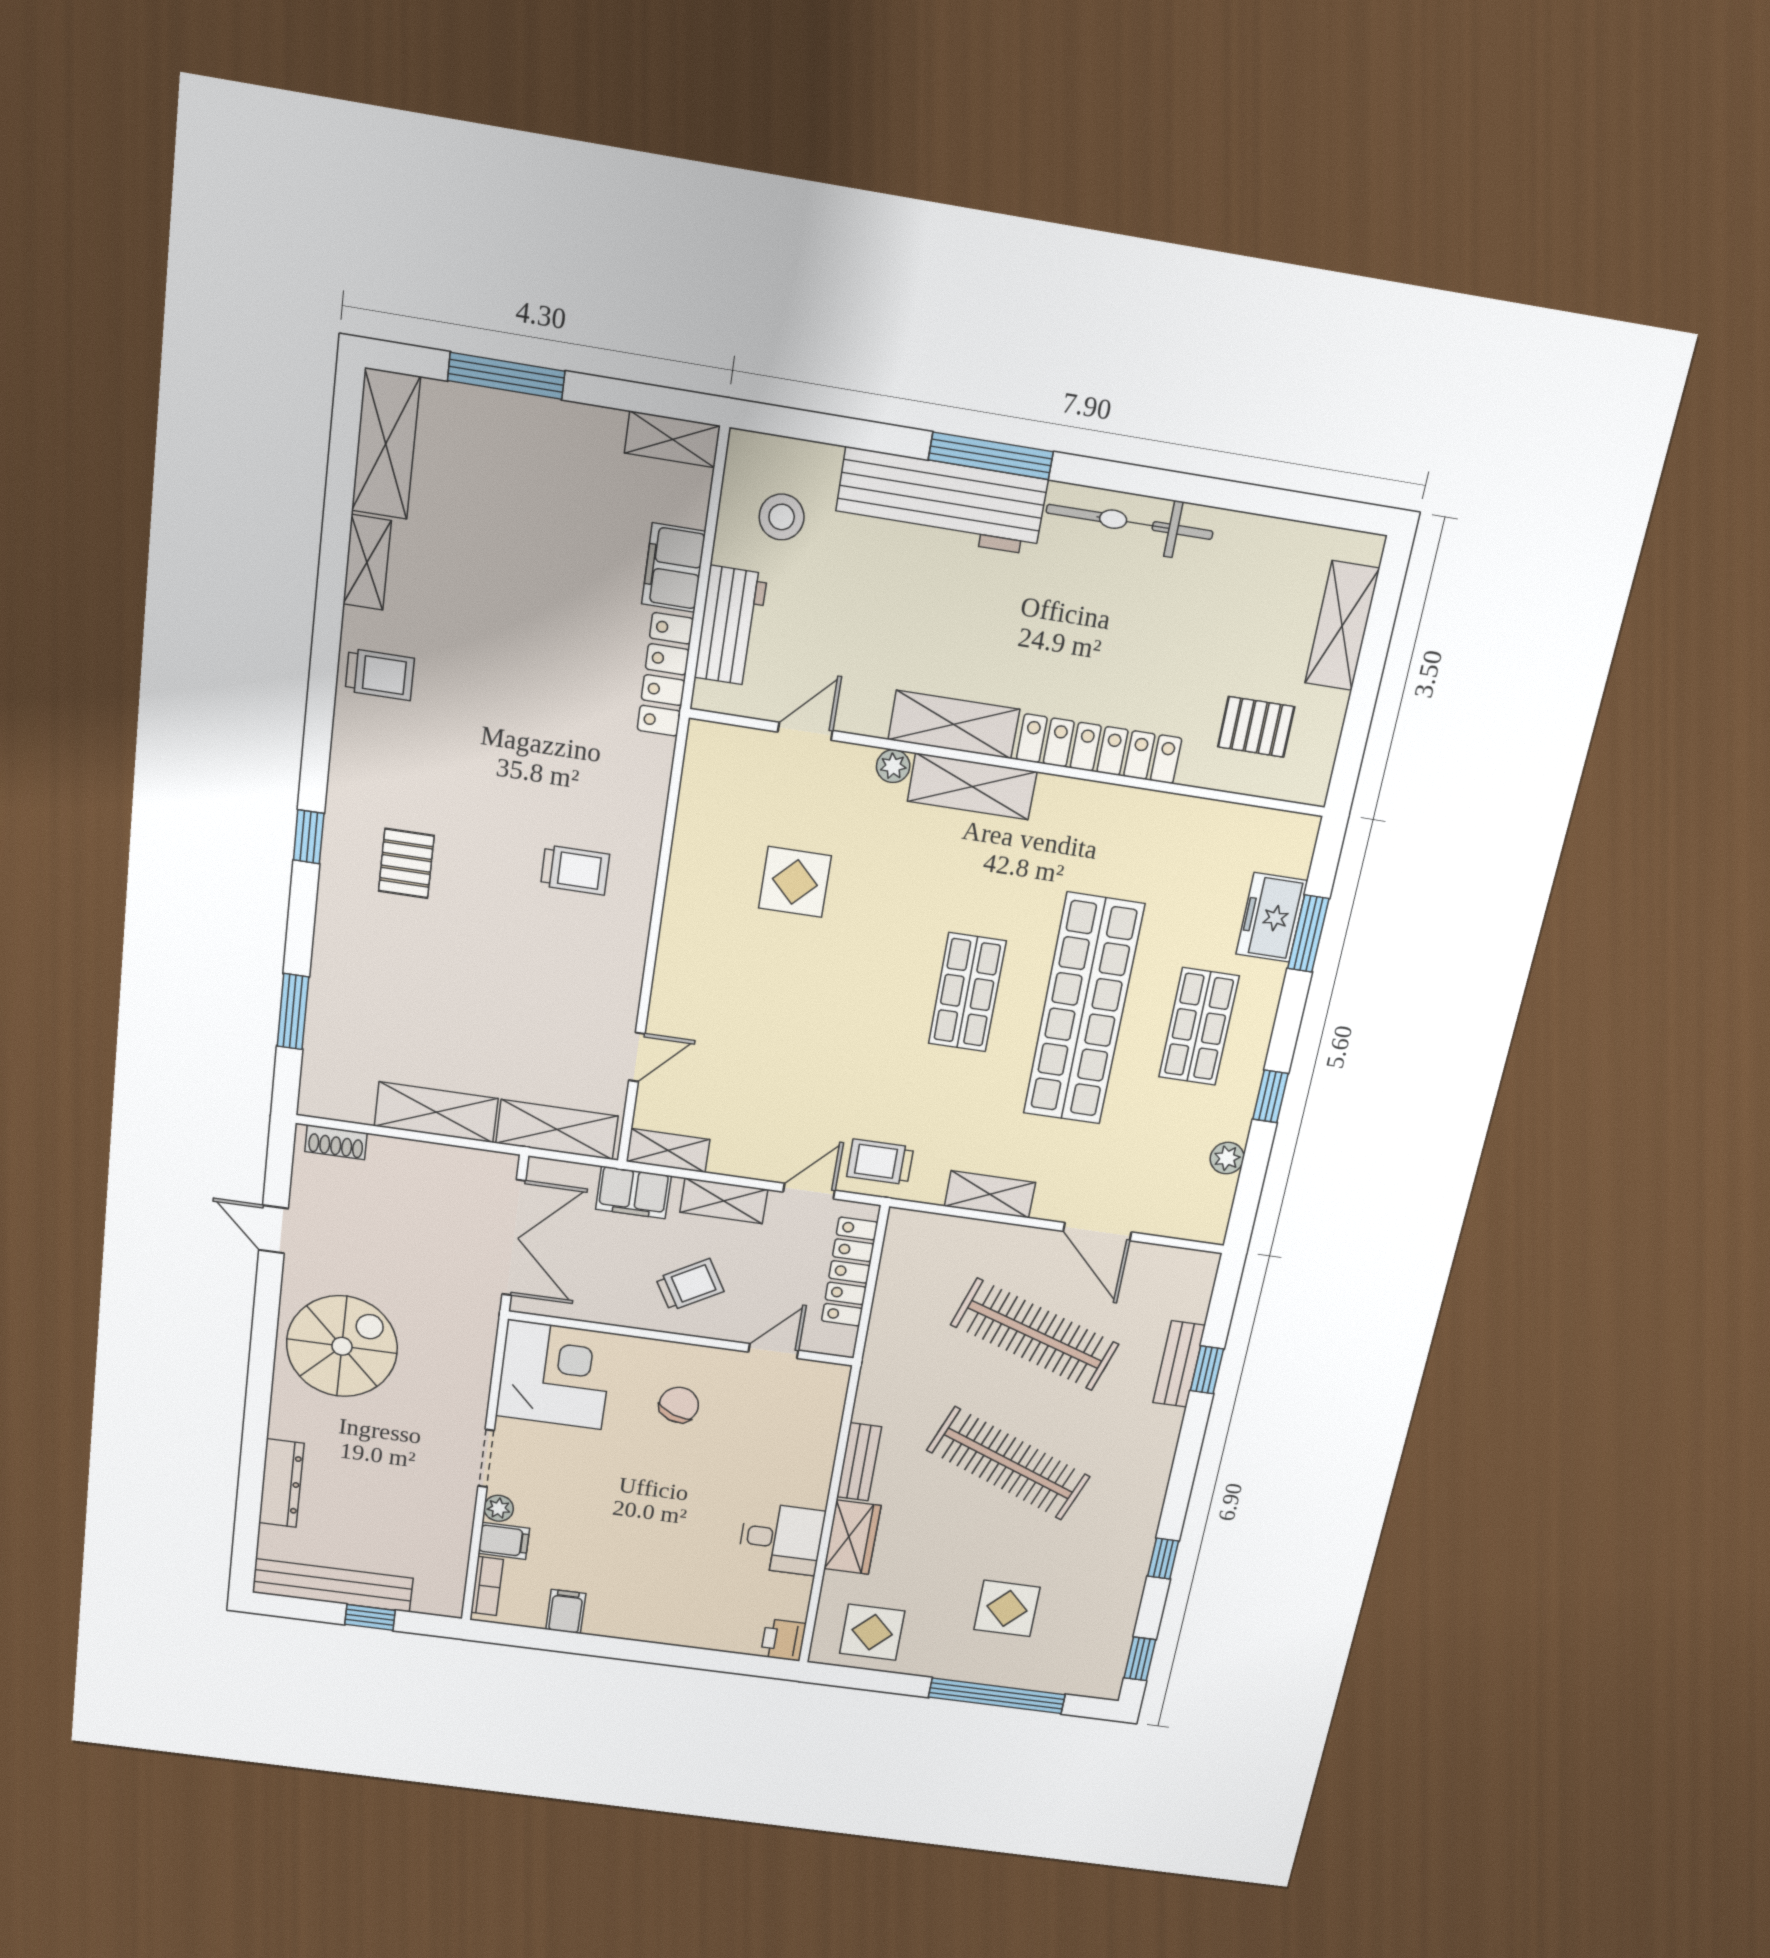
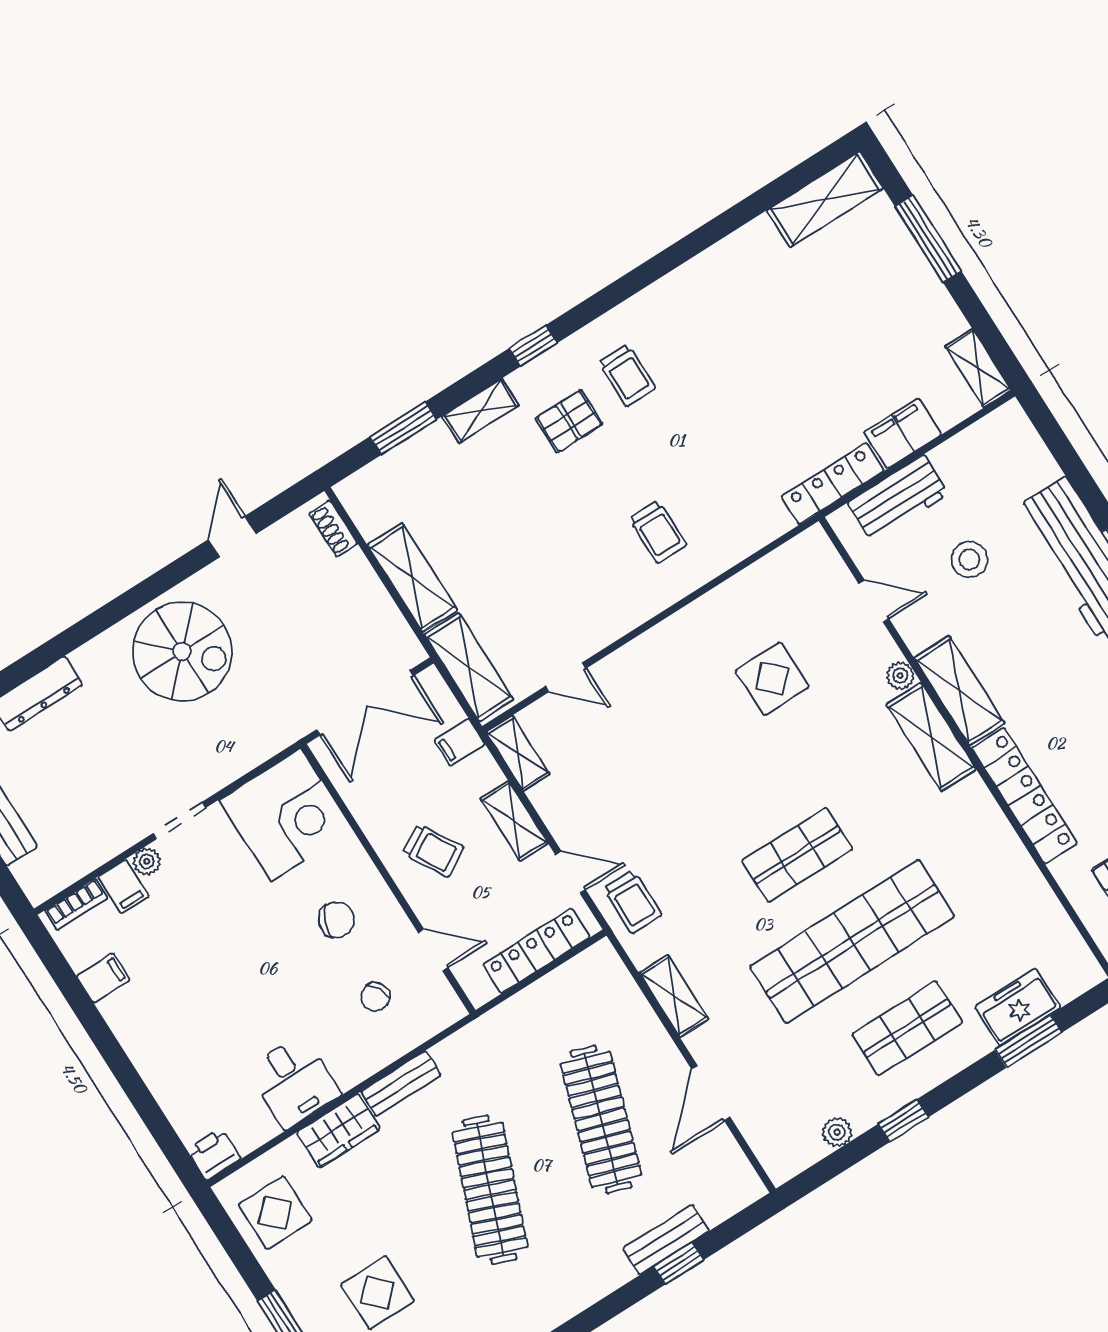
stool: (782, 517) -> (969, 559), moved
shelving: (367, 562) -> (481, 411), moved
trolley: (380, 675) -> (627, 375), moved
trolley: (880, 1162) -> (633, 902), turned 180
filing cabinet: (633, 1193) -> (459, 742), width x0.50
chair: (770, 1425) -> (375, 997), added

